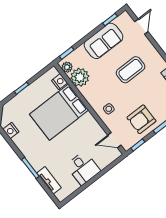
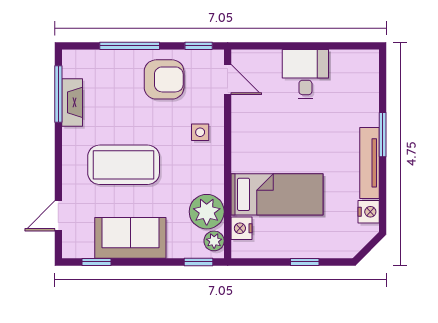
coffee table: (131, 70) -> (124, 165), width x1.36, depth x1.32
bed: (59, 112) -> (277, 194), width x0.67
tv unit: (49, 180) -> (370, 163), moved, width x1.41

